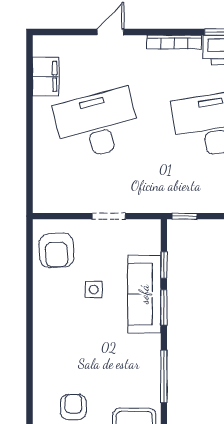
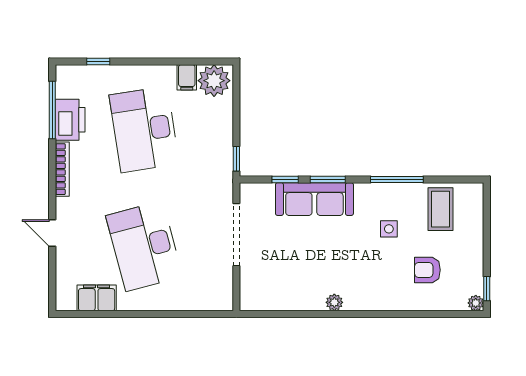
doorway: (109, 216) -> (236, 235), width x1.88
armchair: (56, 250) -> (271, 287), removed
side table: (94, 290) -> (389, 229), moved
plant: (41, 314) -> (334, 302), added

